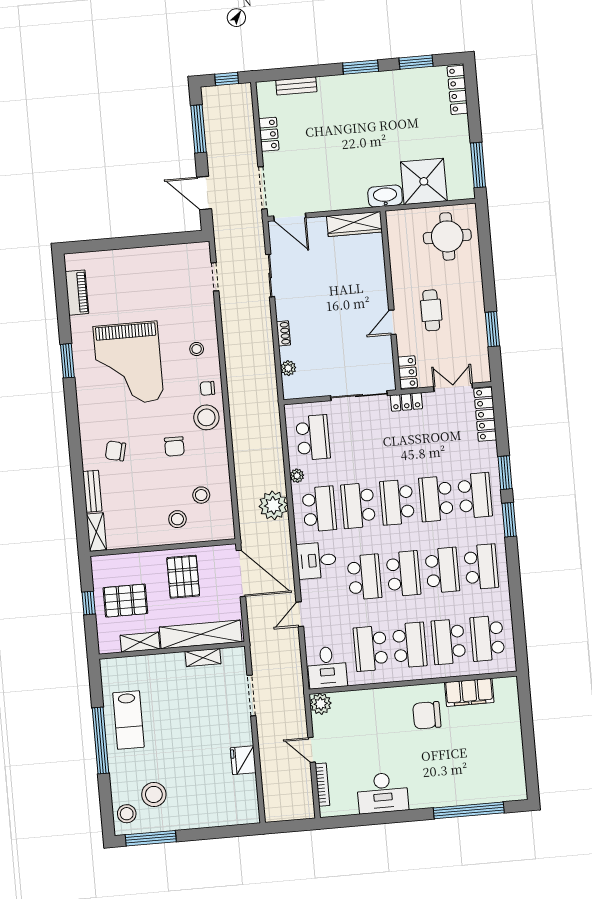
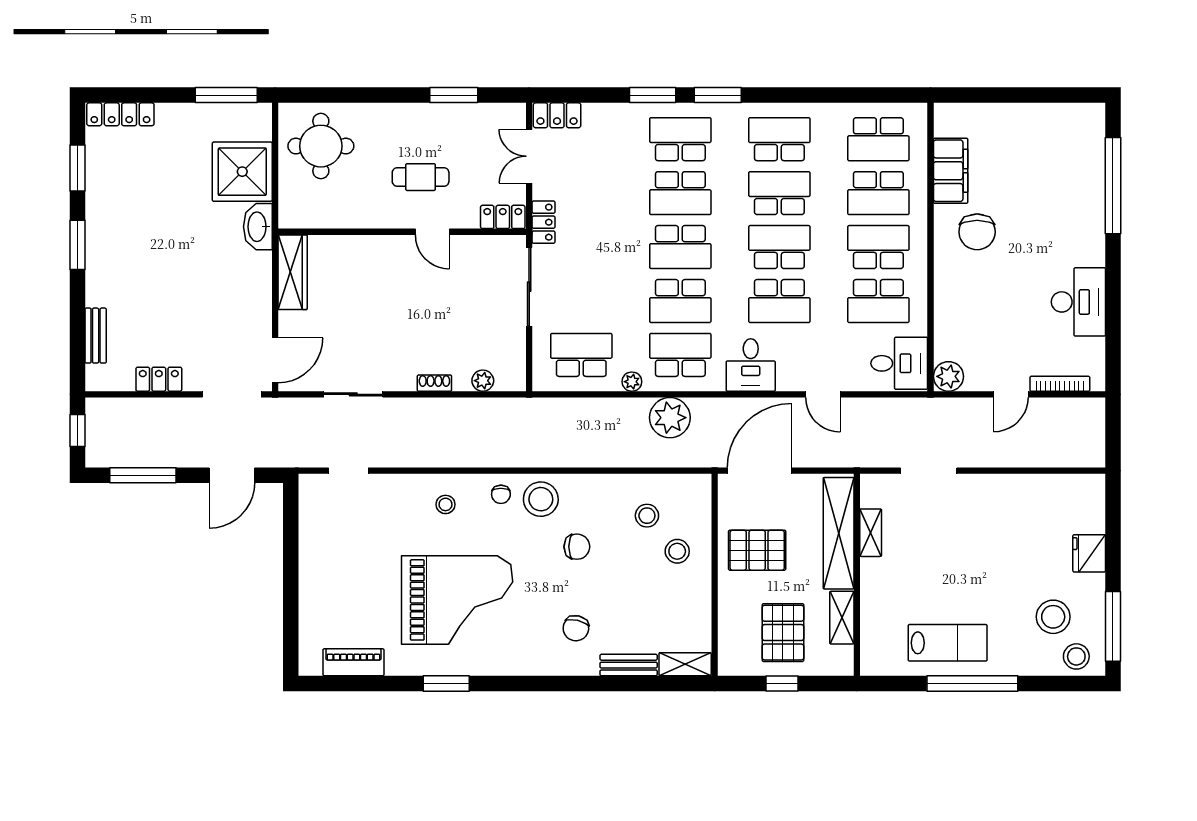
locker: (485, 414) -> (557, 115), width x0.66
school desk: (364, 577) -> (779, 301), turned 180
fridge: (243, 760) -> (1089, 553), moved, turned 90

